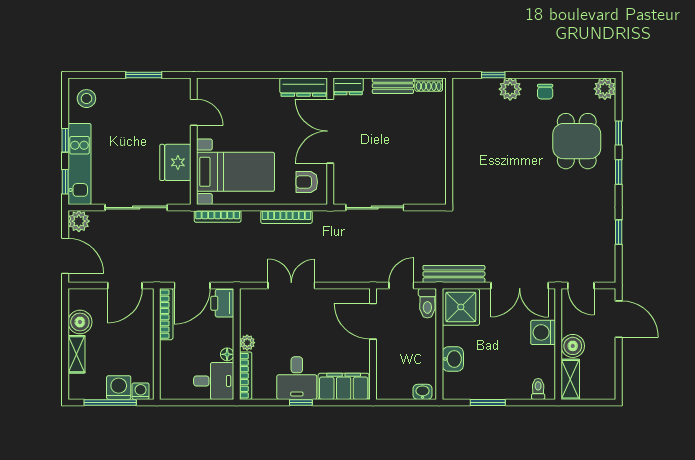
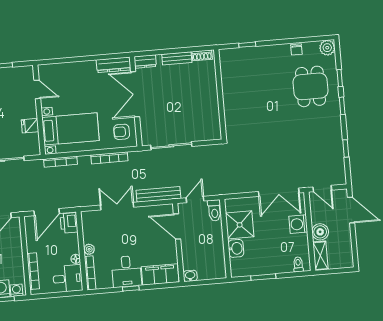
plant: (510, 89) -> (260, 54), removed
chair: (545, 92) -> (296, 49), moved
fridge: (175, 162) -> (30, 126), width x0.53, depth x0.75
bench: (454, 274) -> (158, 194), moved
shower: (461, 307) -> (240, 225), moved
bookcase: (166, 314) -> (33, 271), moved
washbasin: (423, 392) -> (190, 276), moved

